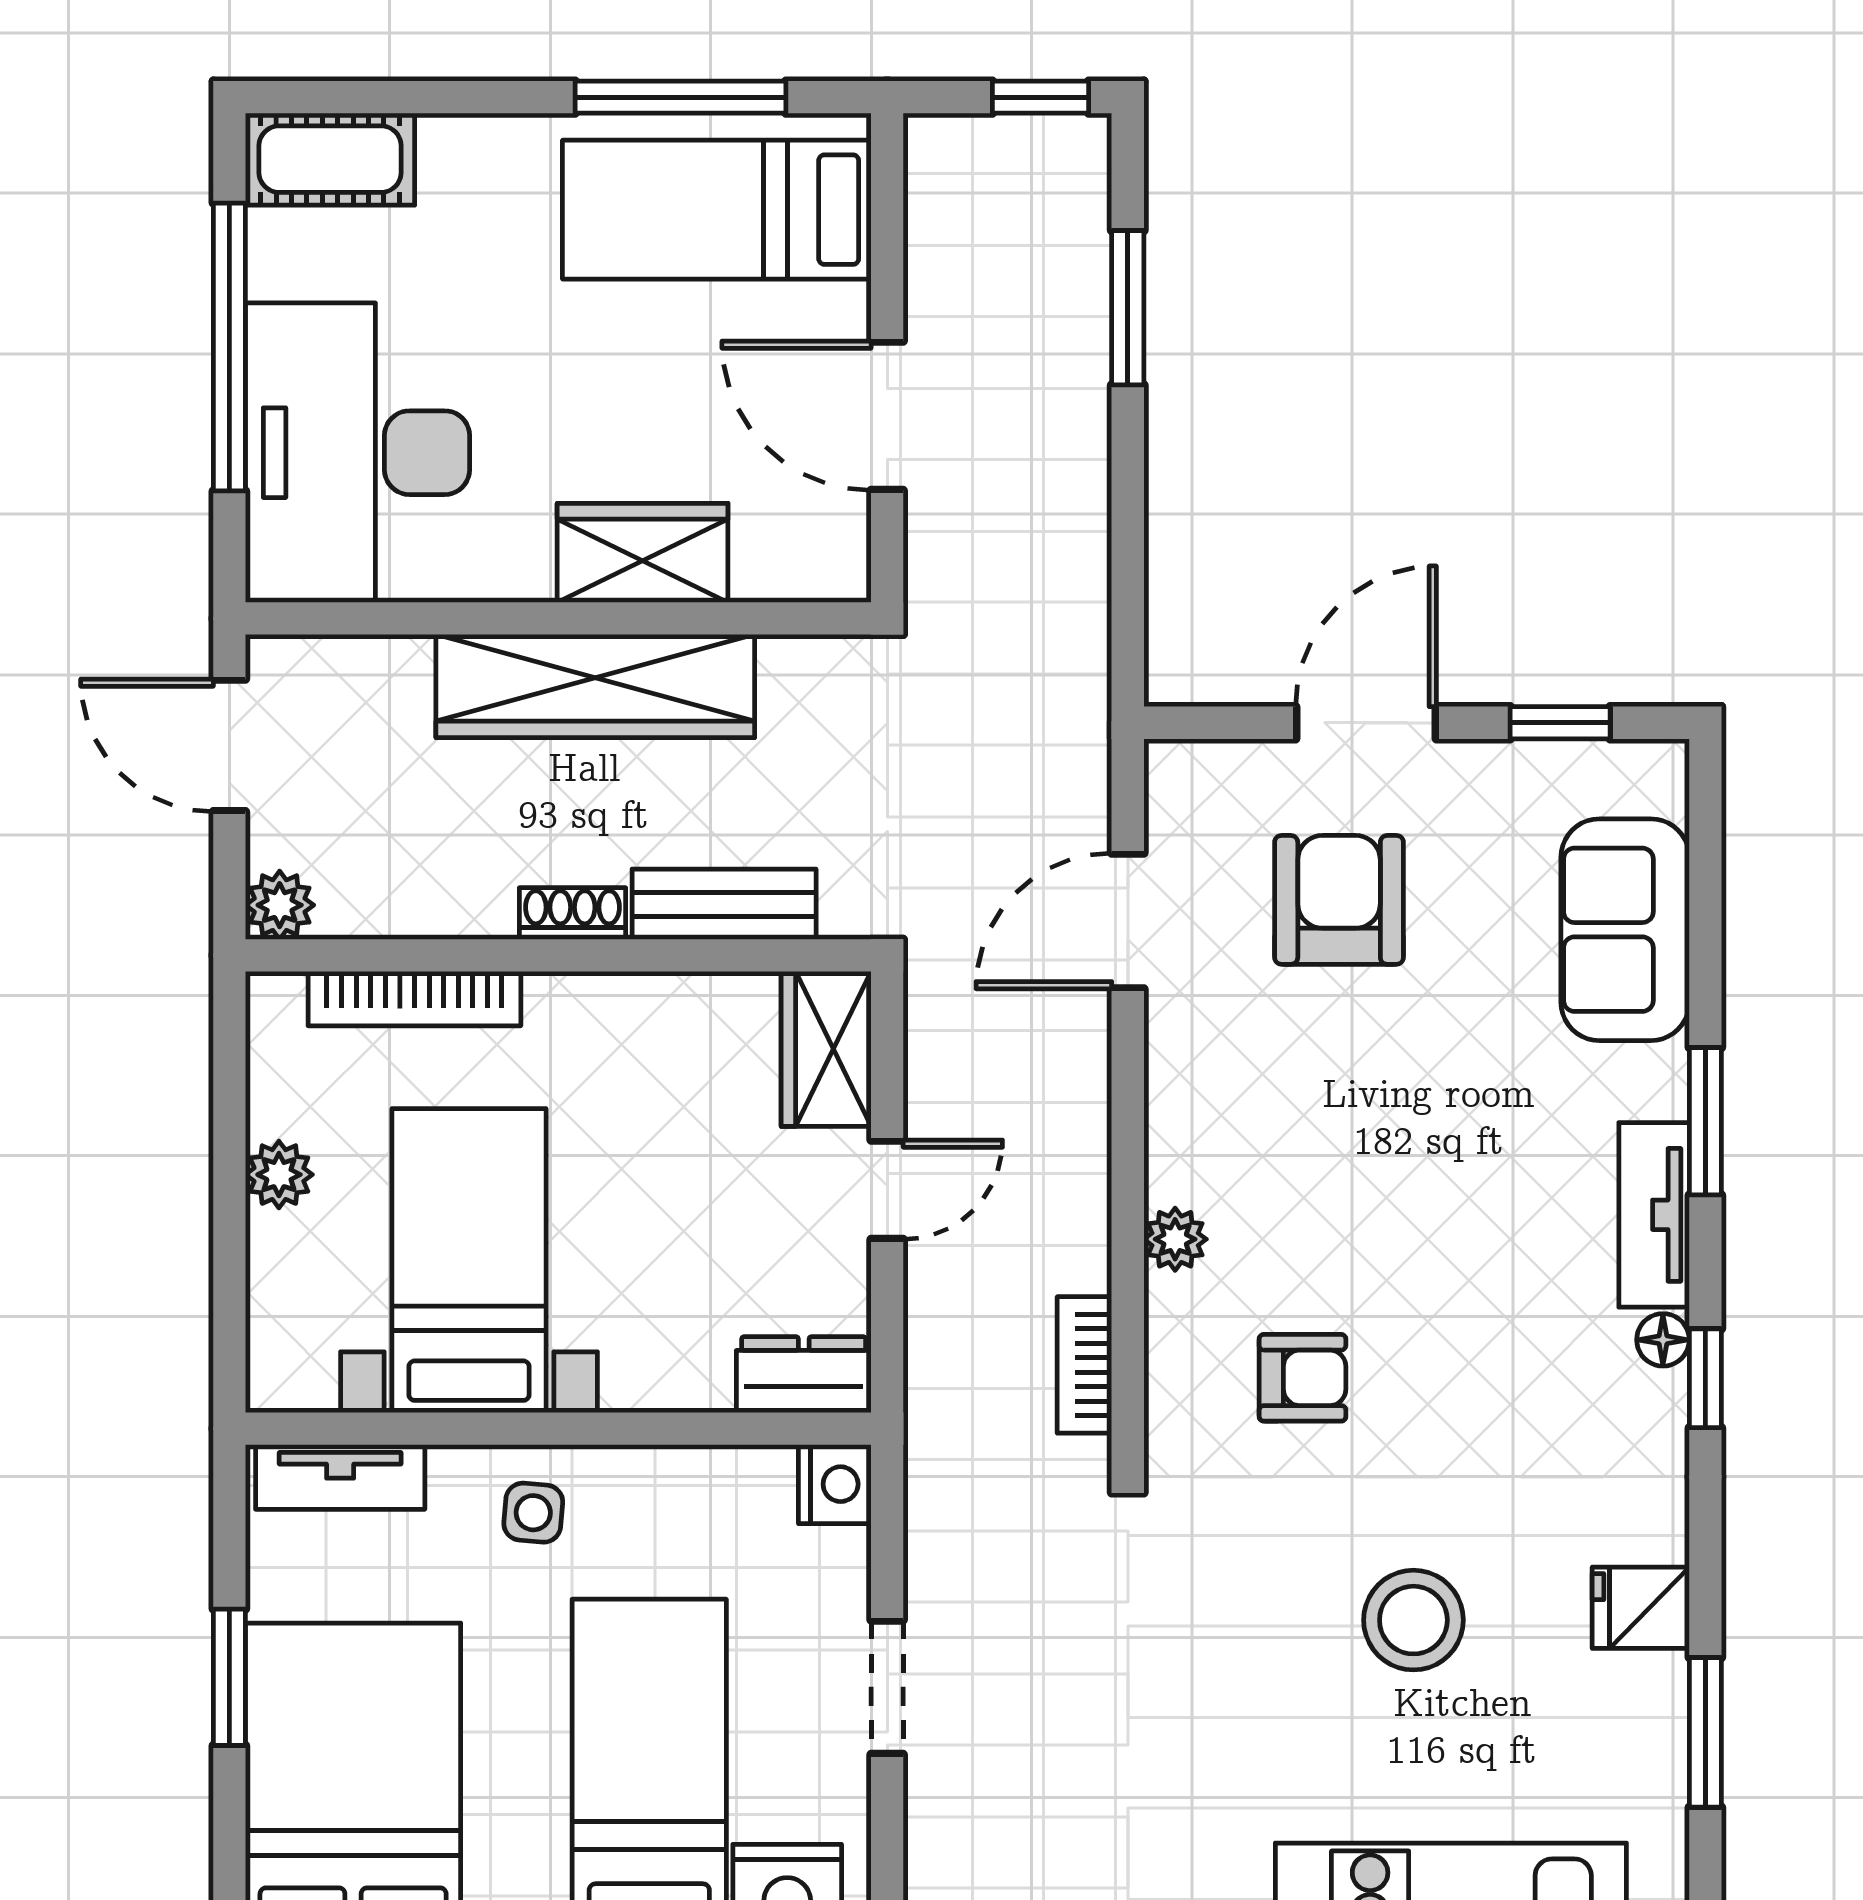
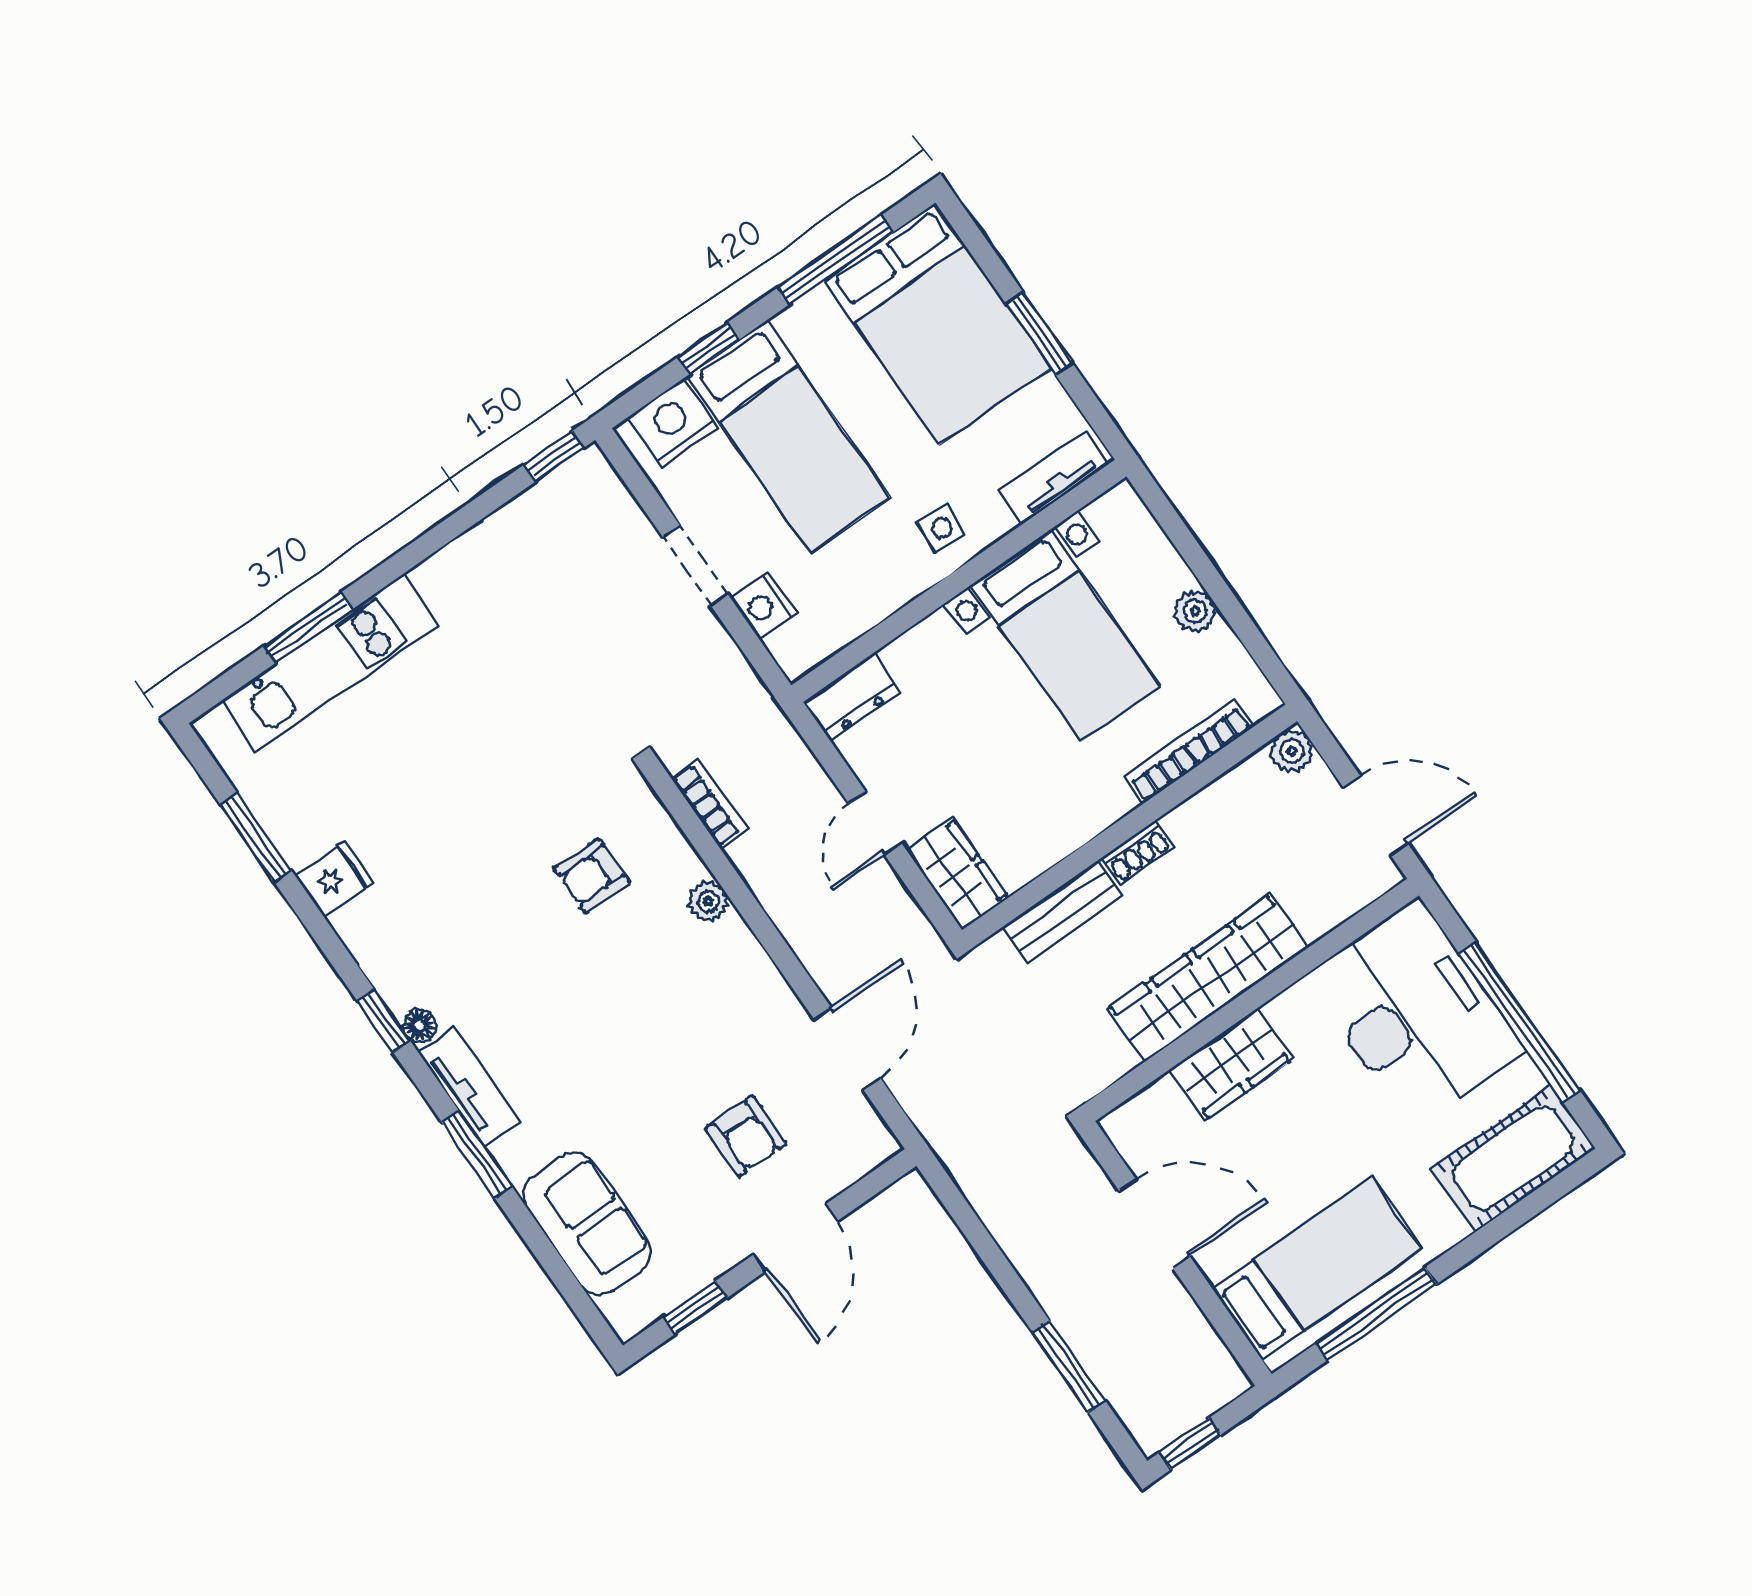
cot: (330, 159) -> (1513, 1158), width x1.37, depth x1.34
armchair: (1339, 900) -> (746, 1136), width x0.72, depth x0.72
nightstand: (835, 1484) -> (764, 606), moved
stool: (1413, 1620) -> (447, 790), removed

